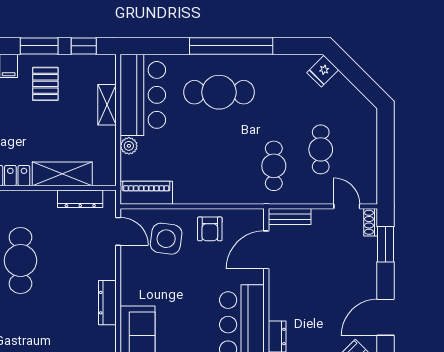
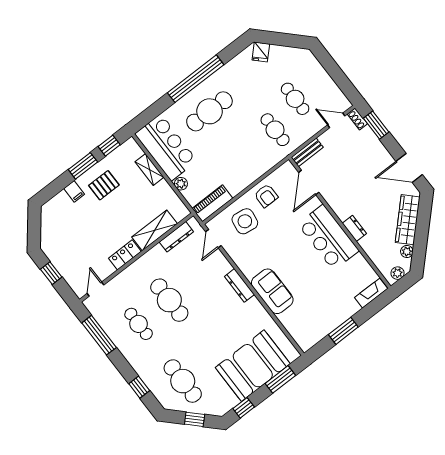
pallet: (45, 84) -> (104, 185), turned 90
door: (118, 231) -> (213, 239), swing flipped
door: (386, 317) -> (409, 168), hinge flipped

